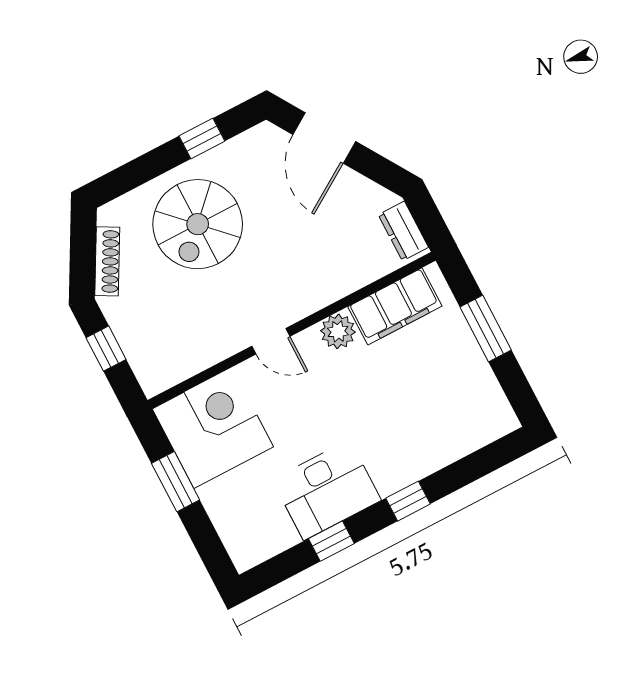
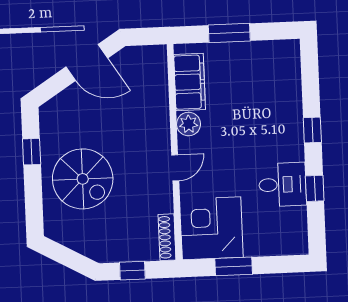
door: (324, 138) -> (87, 63), moved
dresser: (403, 231) -> (146, 55), removed
shoe rack: (107, 261) -> (167, 237), moved, turned -119
desk: (327, 490) -> (283, 185), width x0.73

